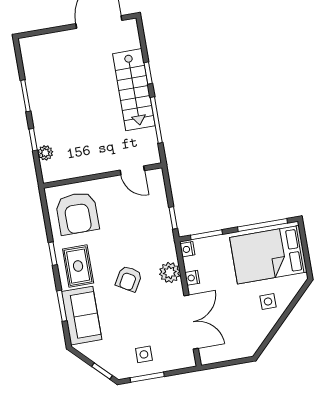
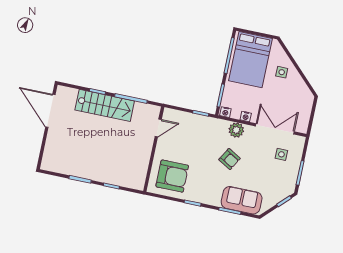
plant: (45, 153) -> (123, 181), removed
rug: (78, 266) -> (208, 189), removed
side table: (144, 354) -> (281, 154), moved

